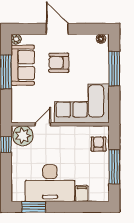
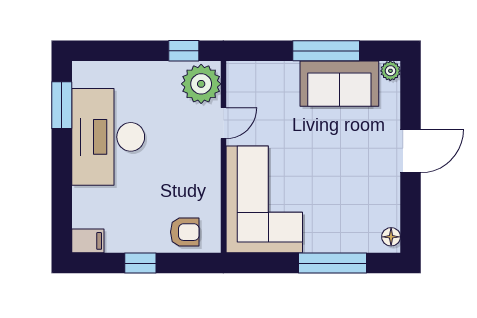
armchair: (59, 63) -> (344, 154), removed
door: (43, 124) -> (223, 123), hinge flipped
window: (114, 167) -> (140, 263), width x0.46
filing cabinet: (82, 193) -> (88, 241), moved

